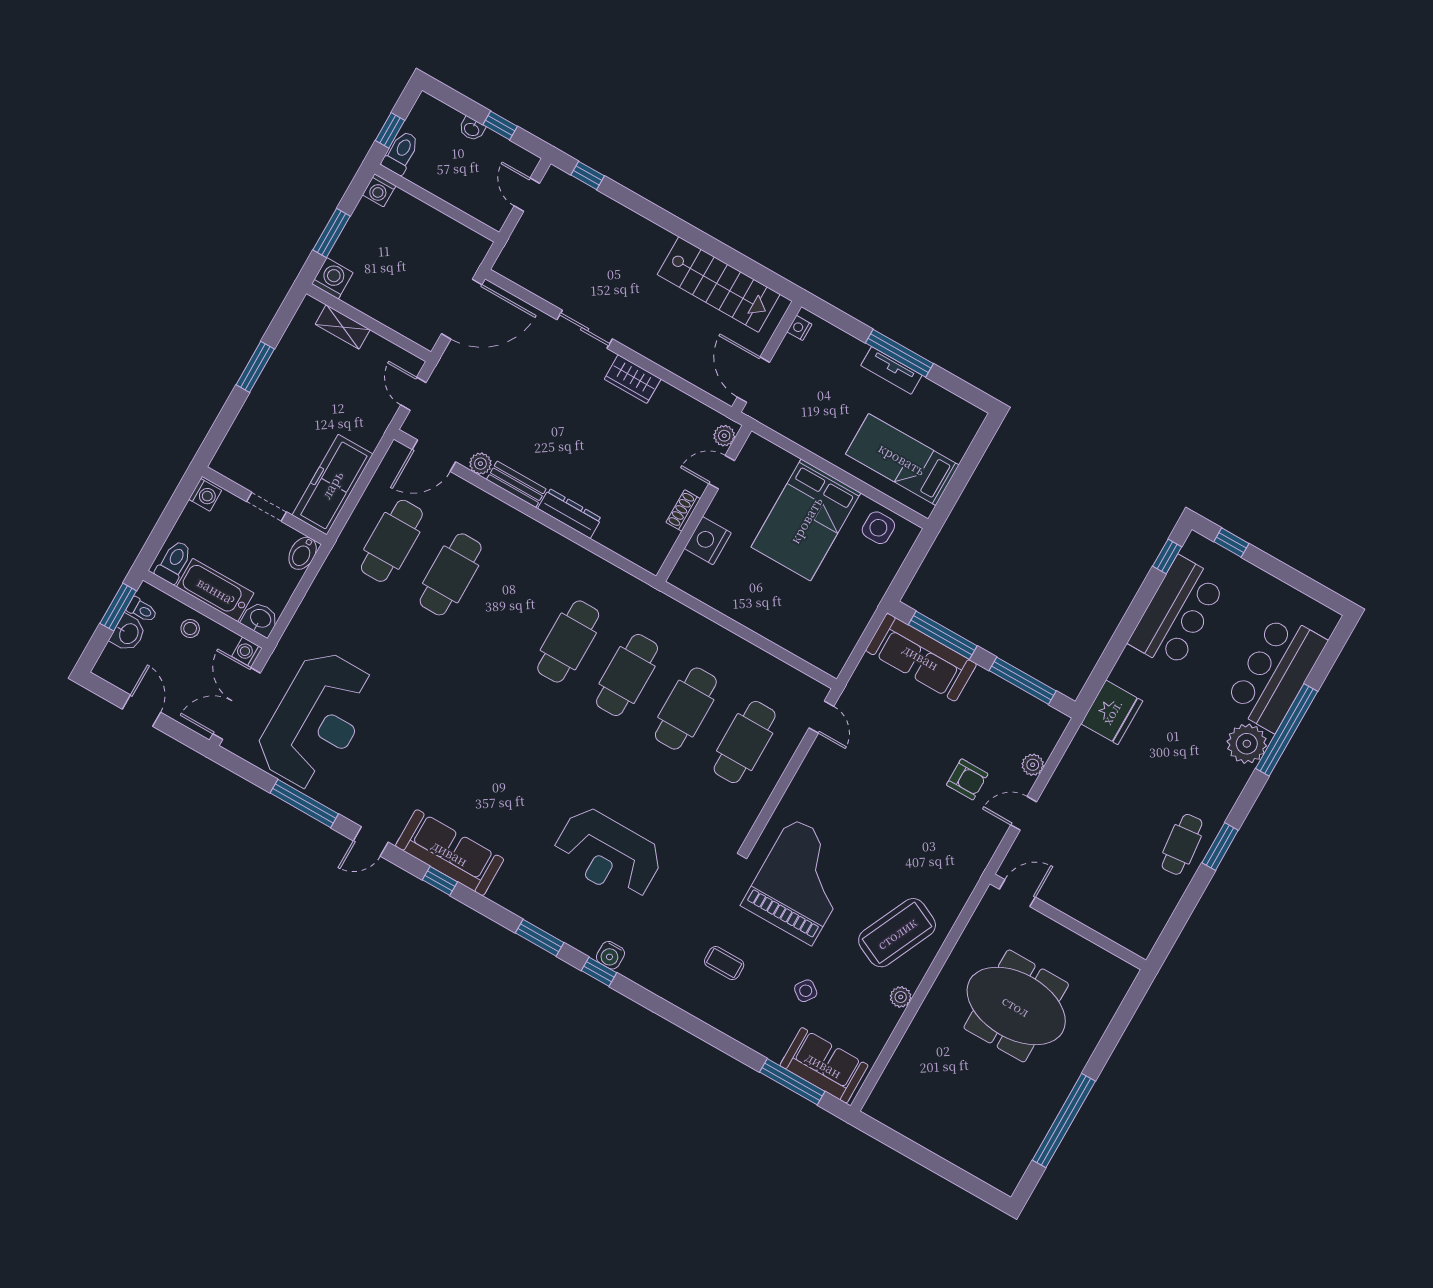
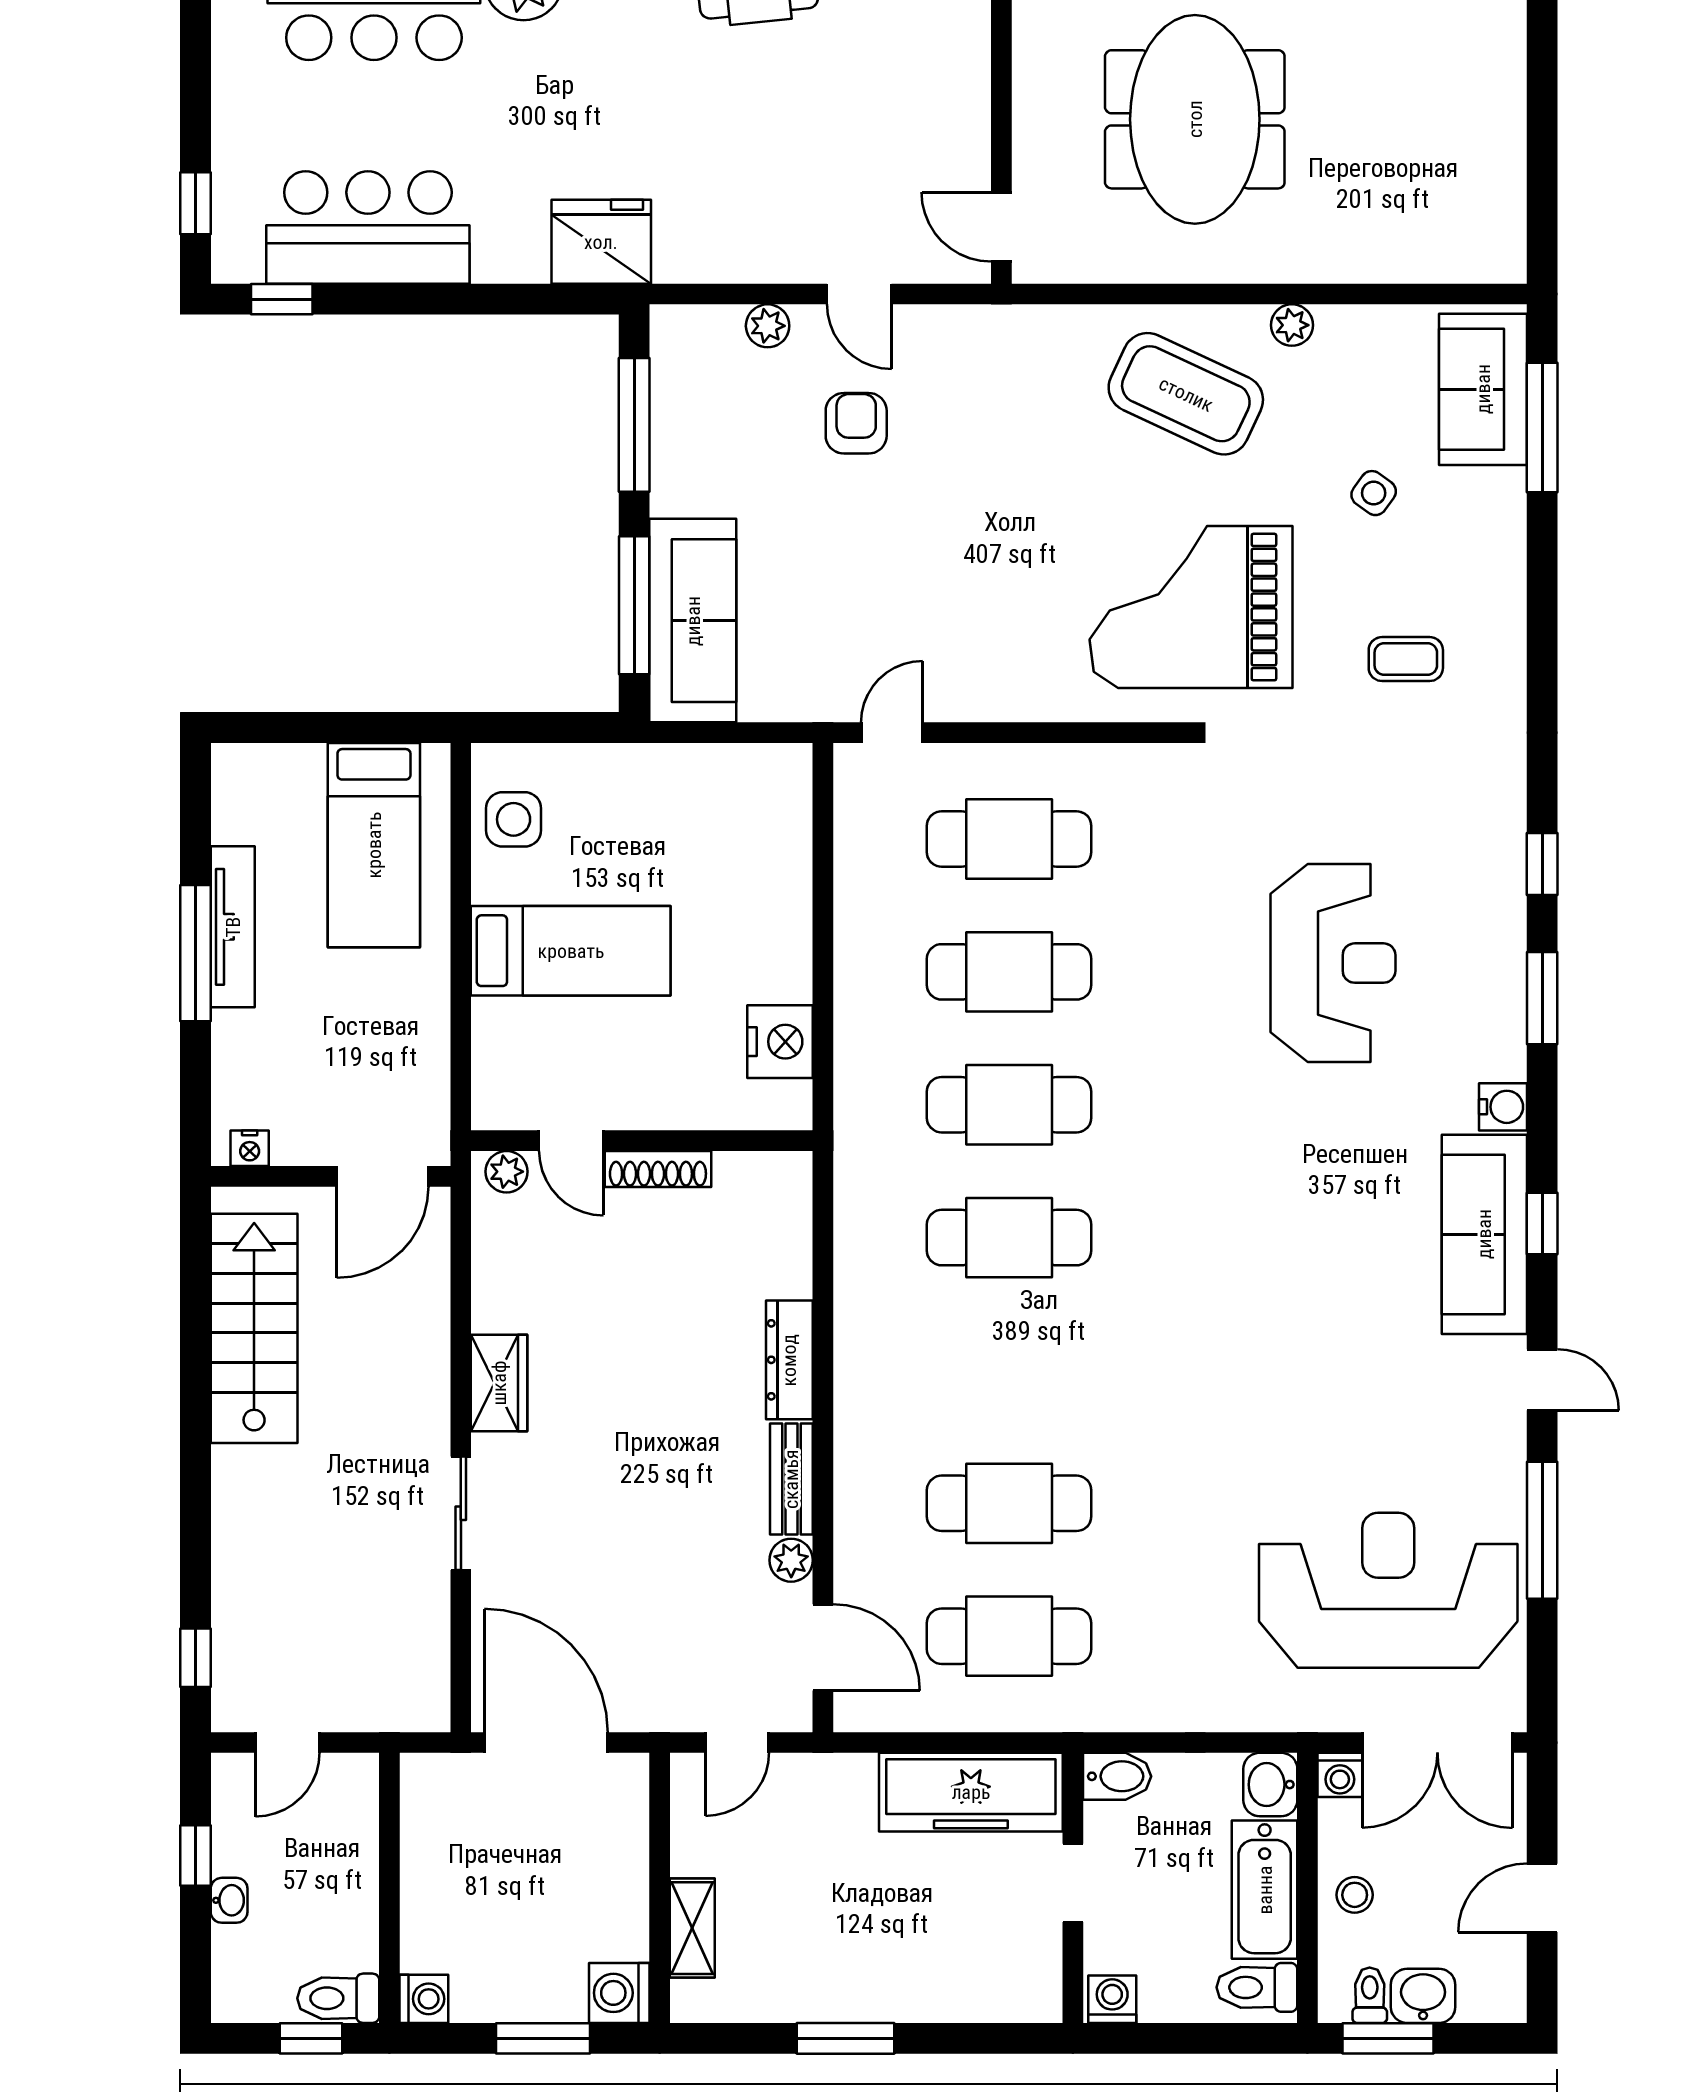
tv unit: (891, 370) -> (233, 927), width x1.41
shoe rack: (683, 510) -> (658, 1169), width x1.43
bed: (806, 520) -> (571, 951), width x0.67
nightstand: (708, 541) -> (780, 1042), moved, turned -90
water cooler: (610, 955) -> (1503, 1107), moved
coffee table: (724, 963) -> (1406, 659), turned 90

